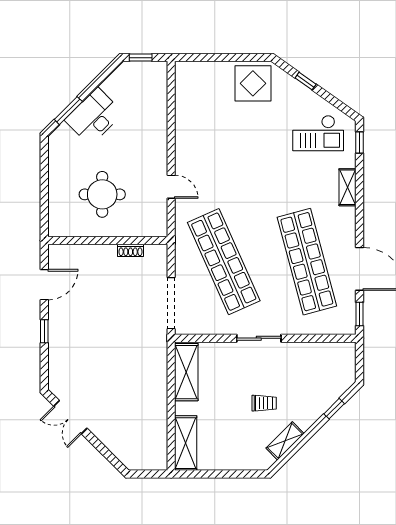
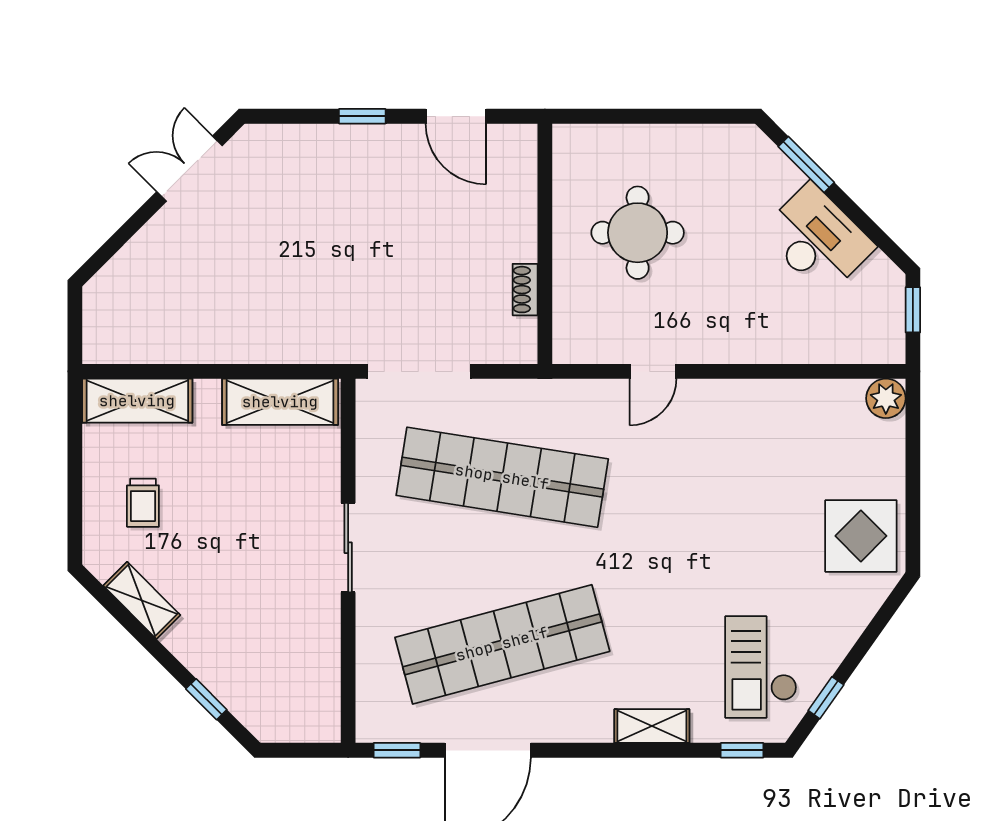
plant: (185, 71) -> (886, 398), added
window: (306, 81) -> (826, 698), moved
desk: (94, 117) -> (818, 239), moved
shop shelf: (224, 262) -> (502, 477), turned 33
trolley: (264, 403) -> (143, 503), moved

